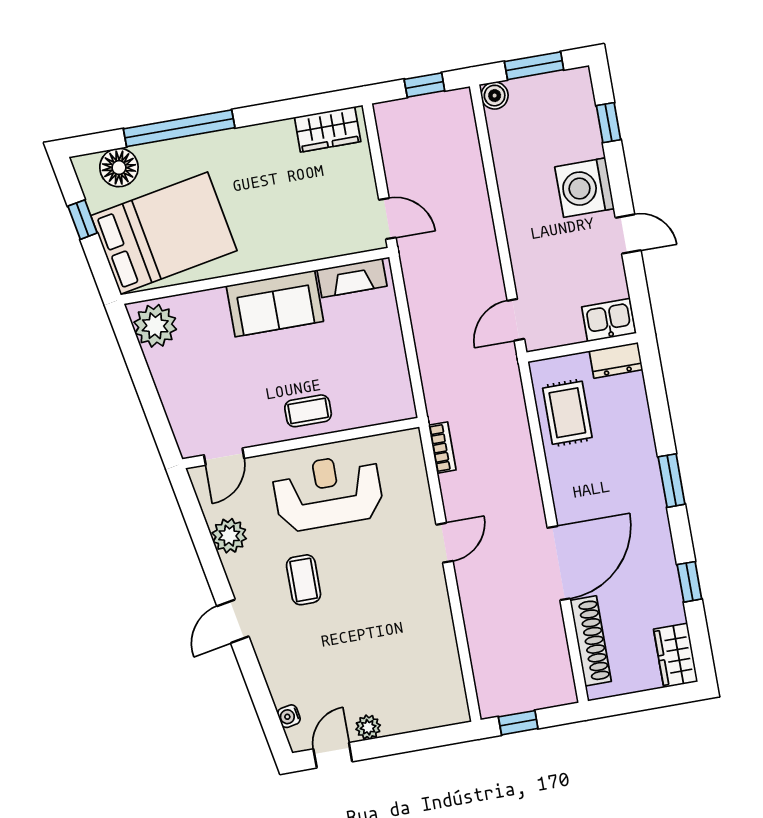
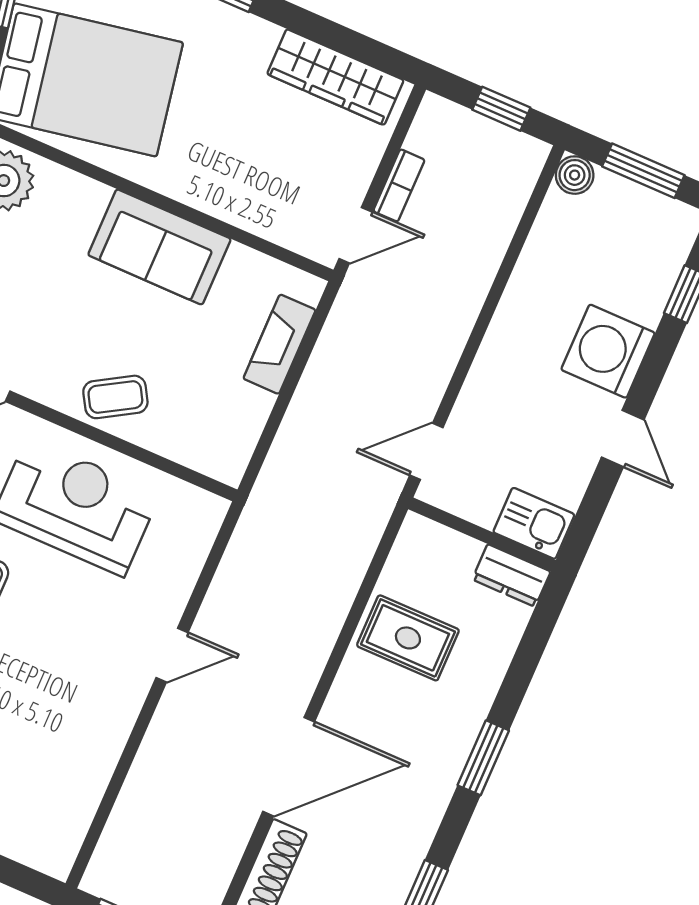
wardrobe: (328, 129) -> (335, 77), width x1.50
door: (387, 219) -> (355, 235), hinge flipped
fireplace: (352, 278) -> (279, 344), moved, turned 90
coffee table: (308, 411) -> (115, 397), turned -31
rug: (567, 413) -> (408, 638), moved, turned 90
bookcase: (442, 448) -> (399, 185), moved

